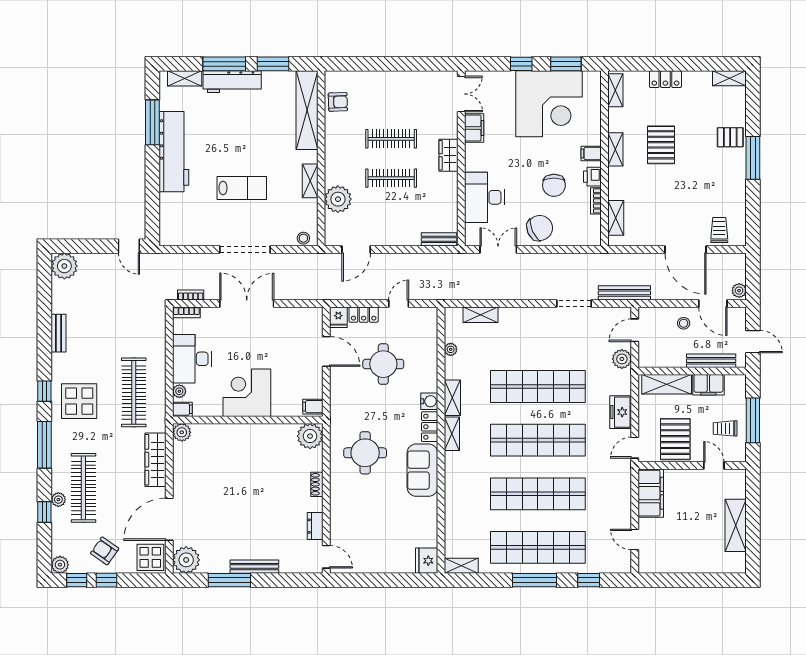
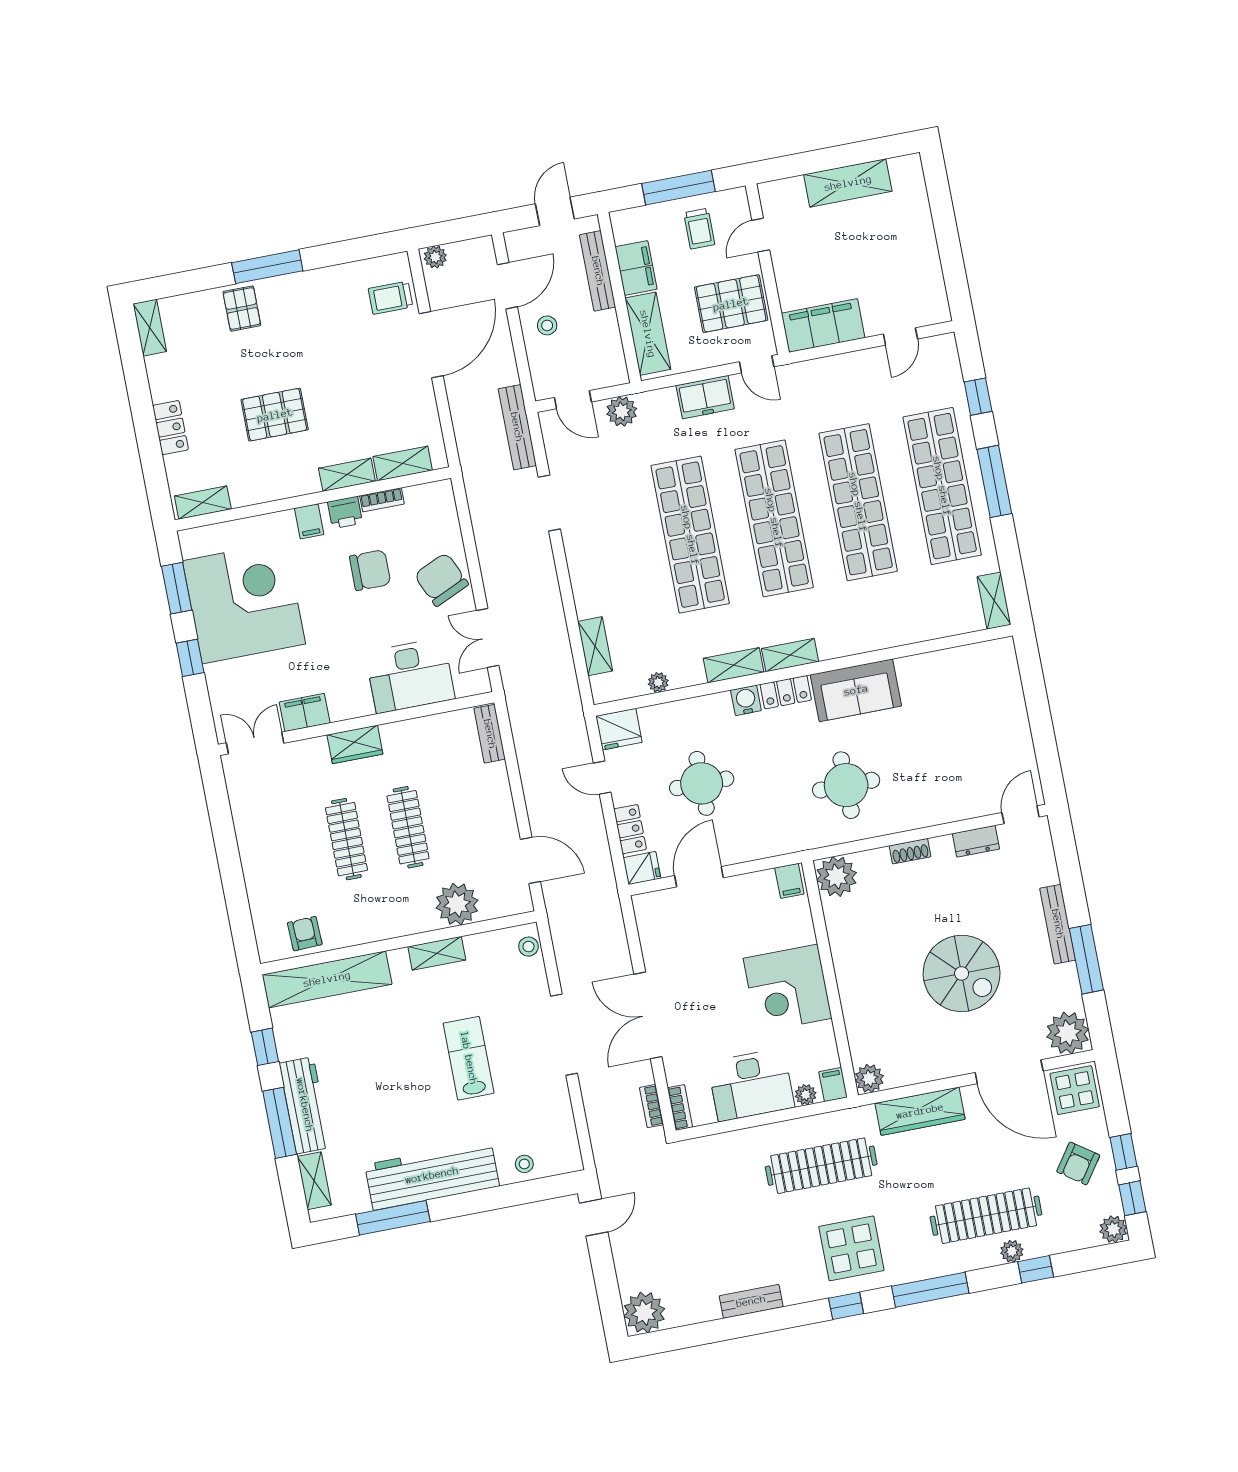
window: (273, 64) -> (265, 1047), width x0.67
shelving: (615, 149) -> (347, 475), moved
stool: (170, 210) -> (524, 1164), added
plant: (739, 291) -> (435, 257), moved
spiral stairs: (235, 502) -> (962, 973), added
fridge: (427, 561) -> (619, 729), moved

